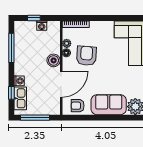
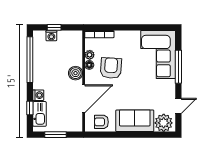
washing machine: (42, 26) -> (51, 36), moved
window: (11, 48) -> (30, 60), width x1.46
window: (35, 118) -> (55, 135), width x0.69

